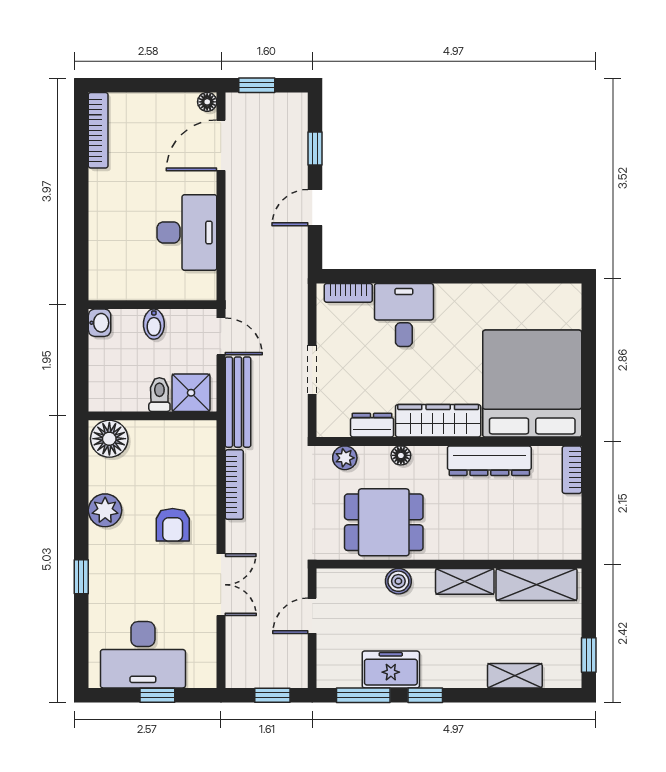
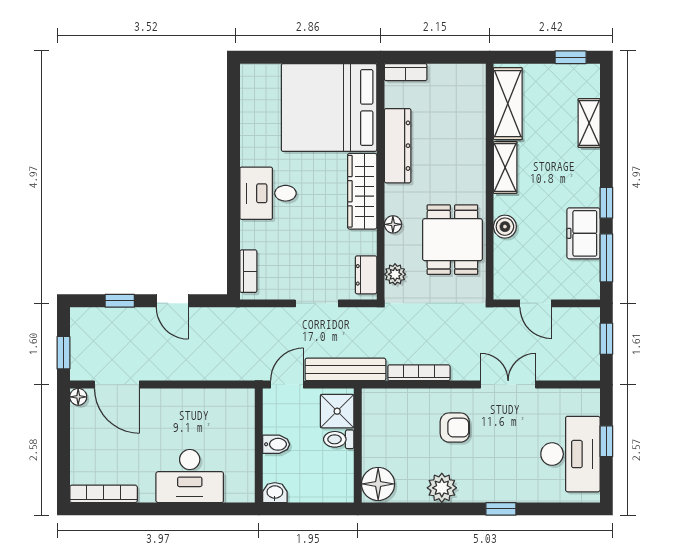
desk: (187, 232) -> (190, 476), moved, turned 180
desk: (404, 315) -> (268, 193), moved
dresser: (372, 425) -> (366, 275), moved

